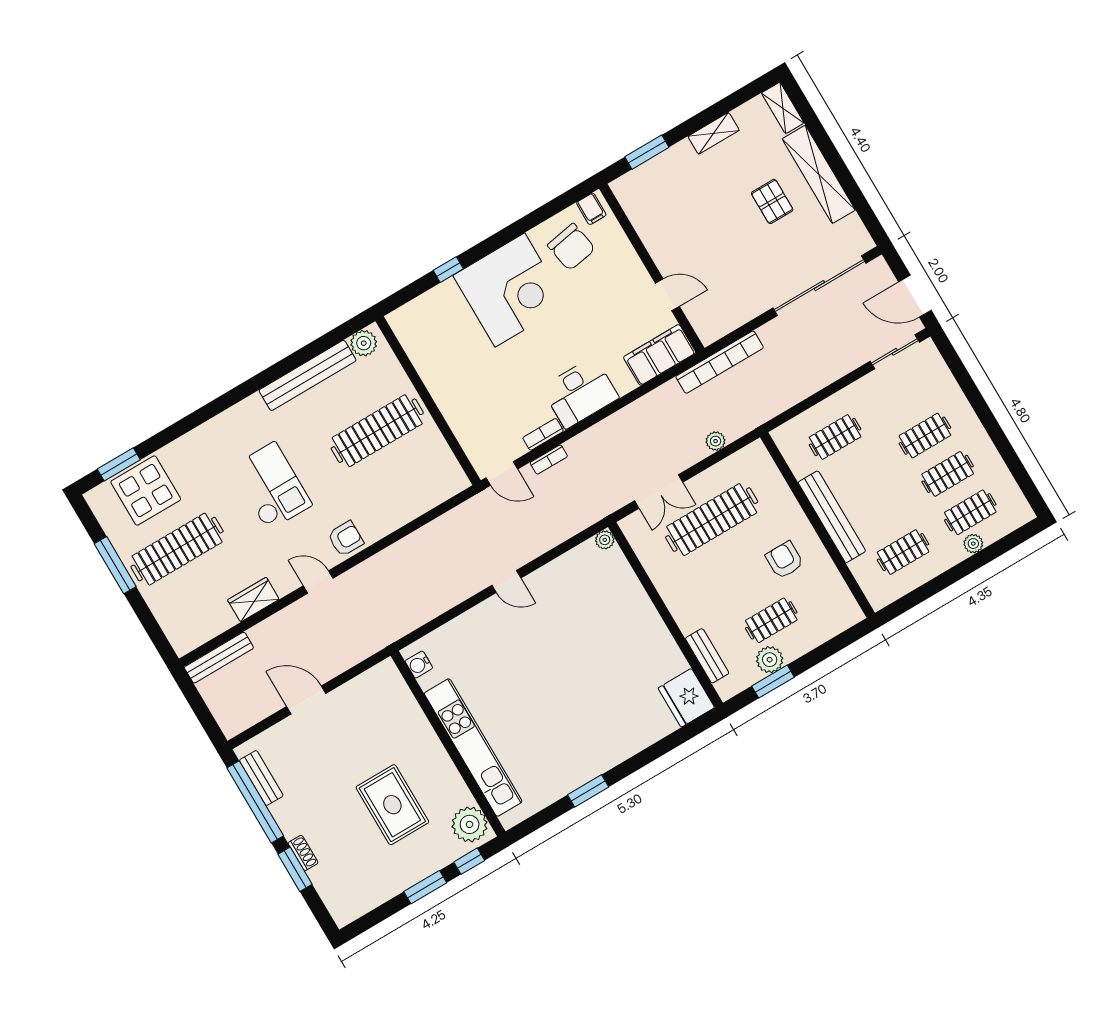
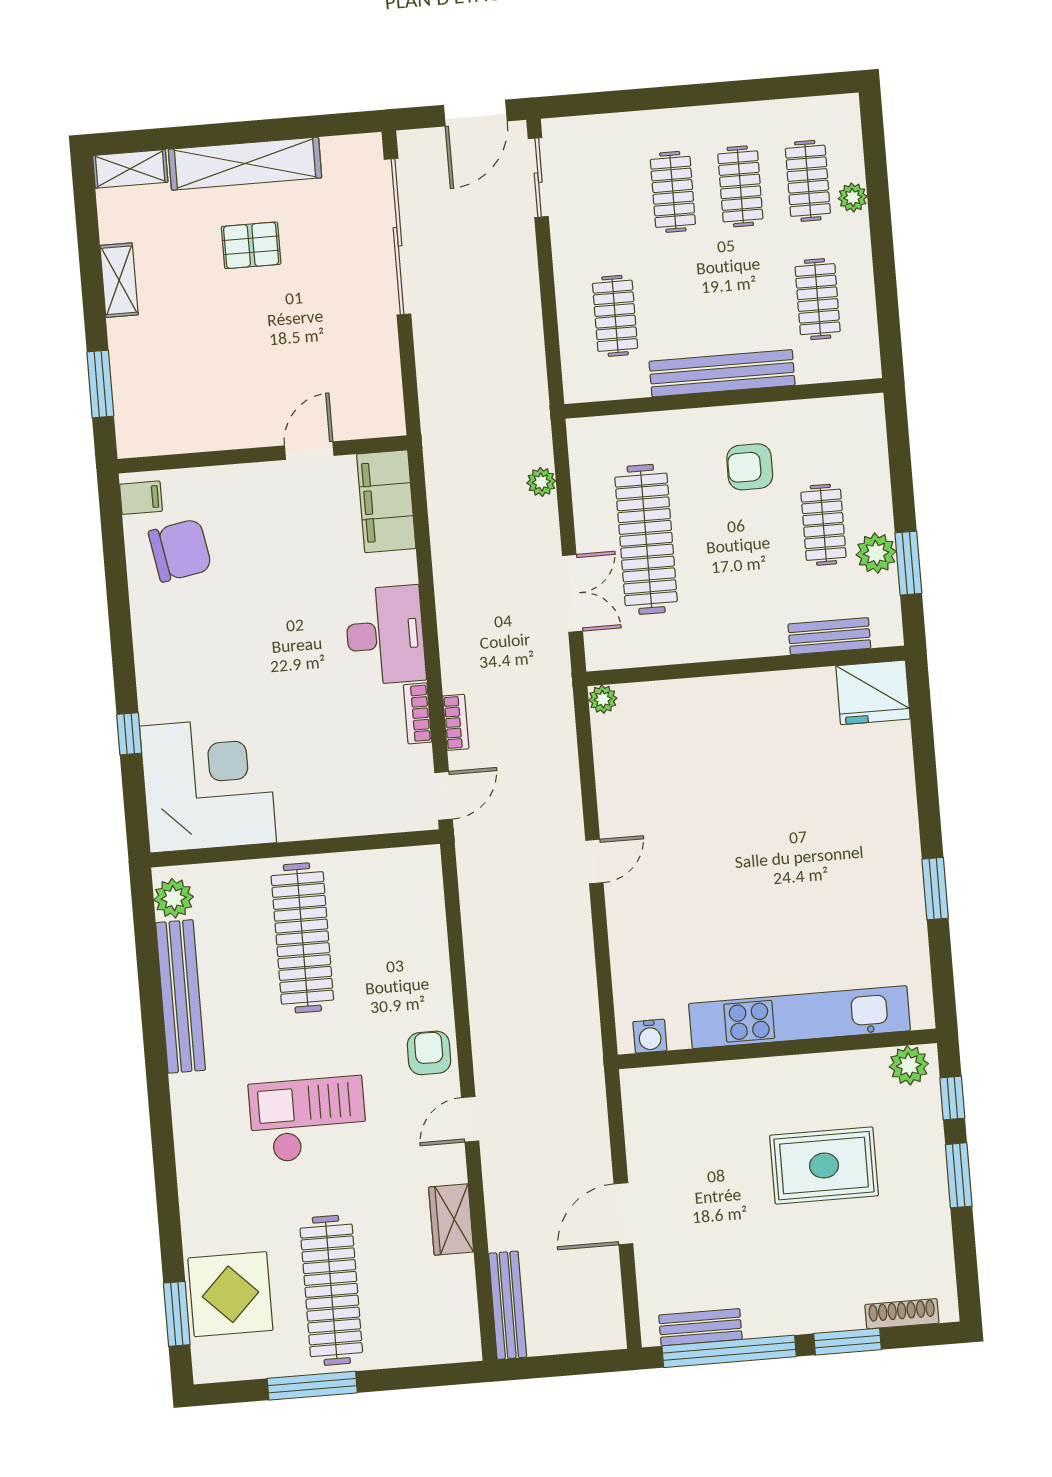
corner desk: (510, 290) -> (208, 784), moved
bookcase: (720, 362) -> (436, 424), removed
plant: (470, 824) -> (909, 1065), width x0.73, depth x0.73
shoe rack: (303, 853) -> (902, 1314), moved, width x1.43

